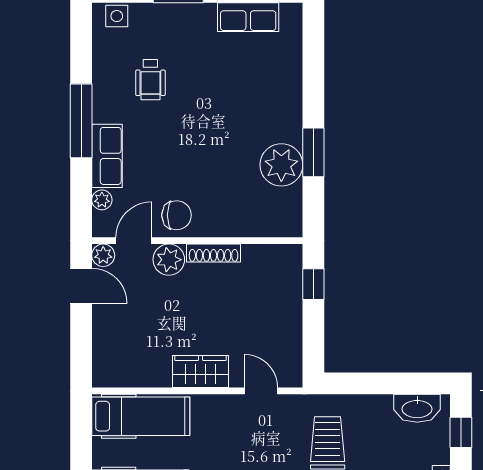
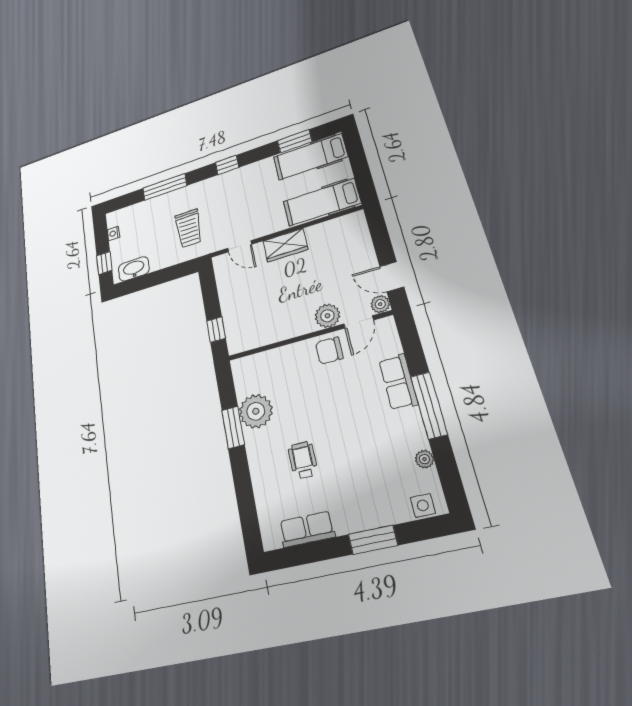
wheelchair: (150, 80) -> (303, 460), moved
plant: (102, 200) -> (424, 459), moved
shoe rack: (214, 253) -> (294, 330), removed

